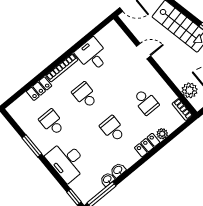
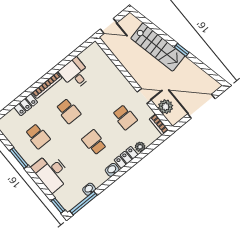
door: (143, 51) -> (144, 96), moved
school desk: (85, 95) -> (68, 111), turned 180
school desk: (52, 122) -> (38, 136), turned 180
washbasin: (118, 170) -> (112, 170), moved

